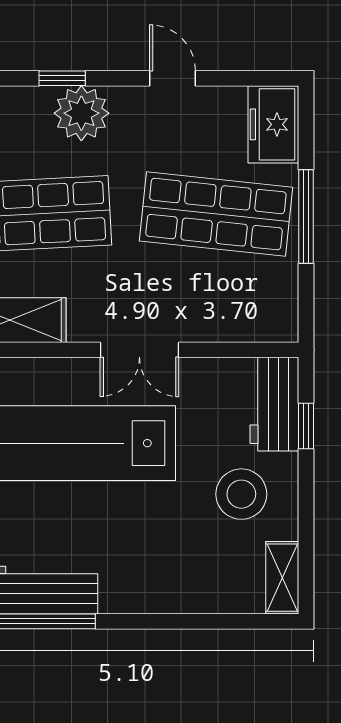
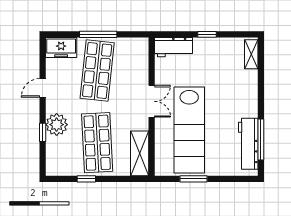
window: (306, 426) -> (207, 34), moved
stool: (241, 494) -> (210, 60), removed
shelving: (282, 578) -> (251, 54), moved, turned 90

